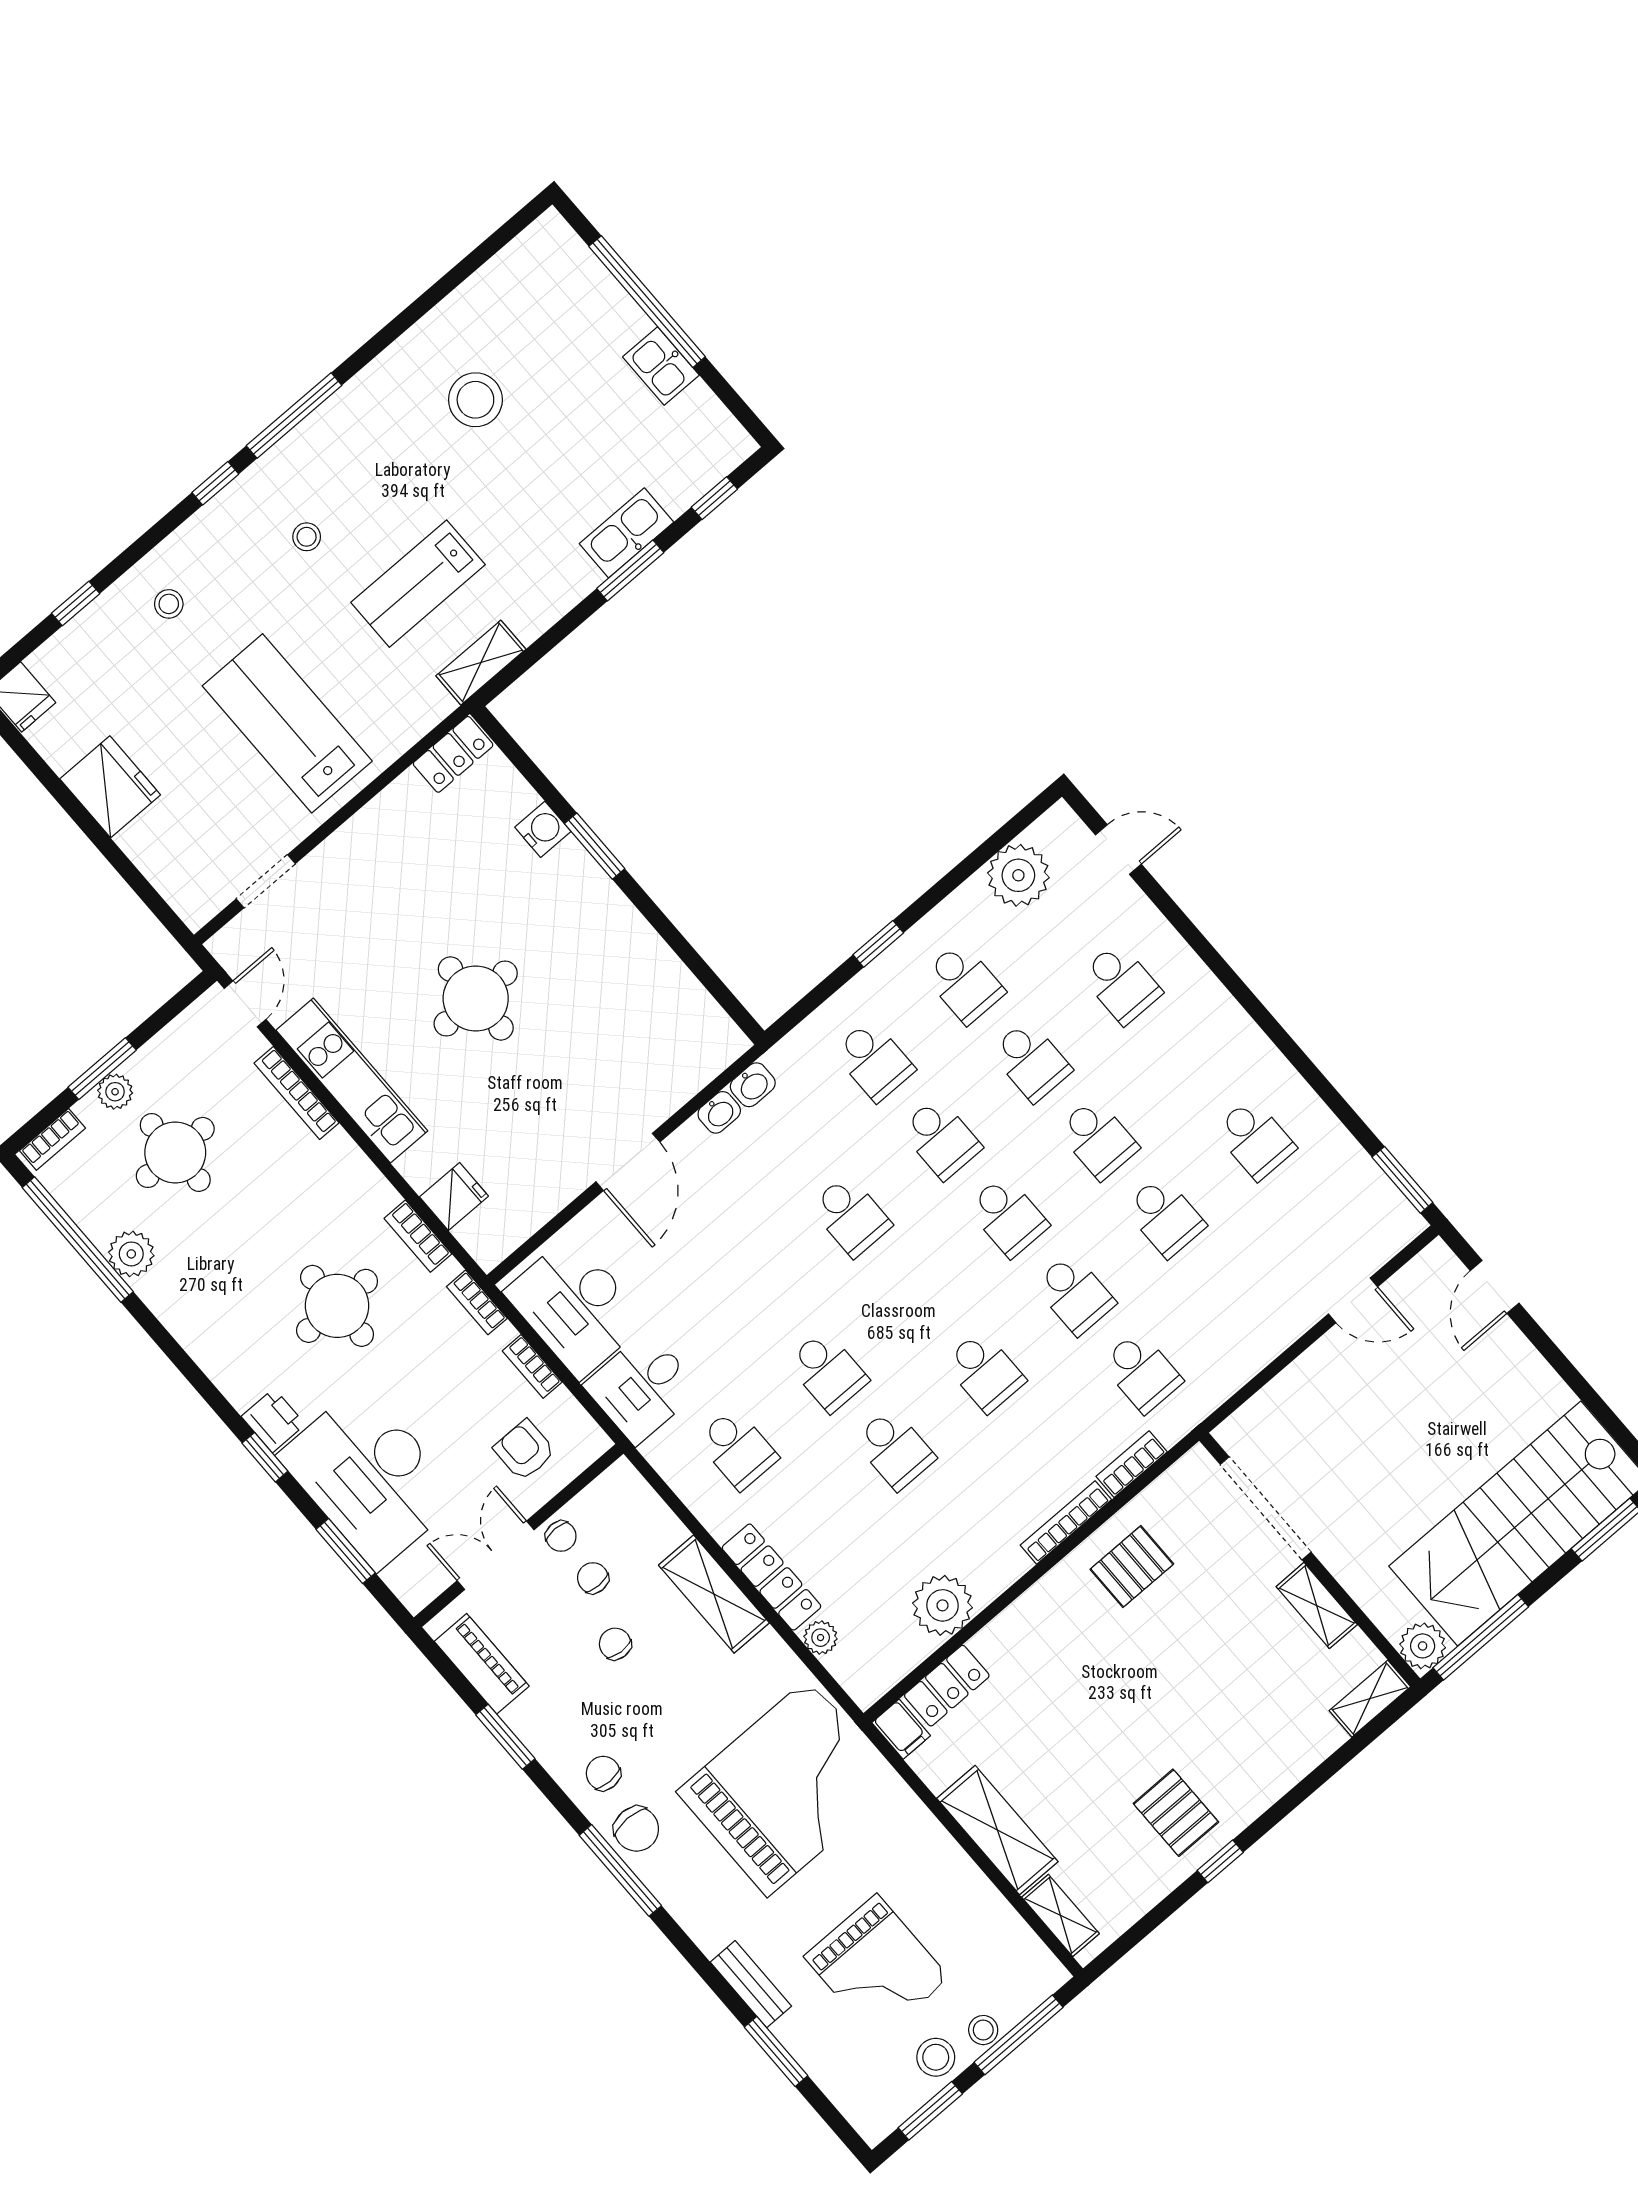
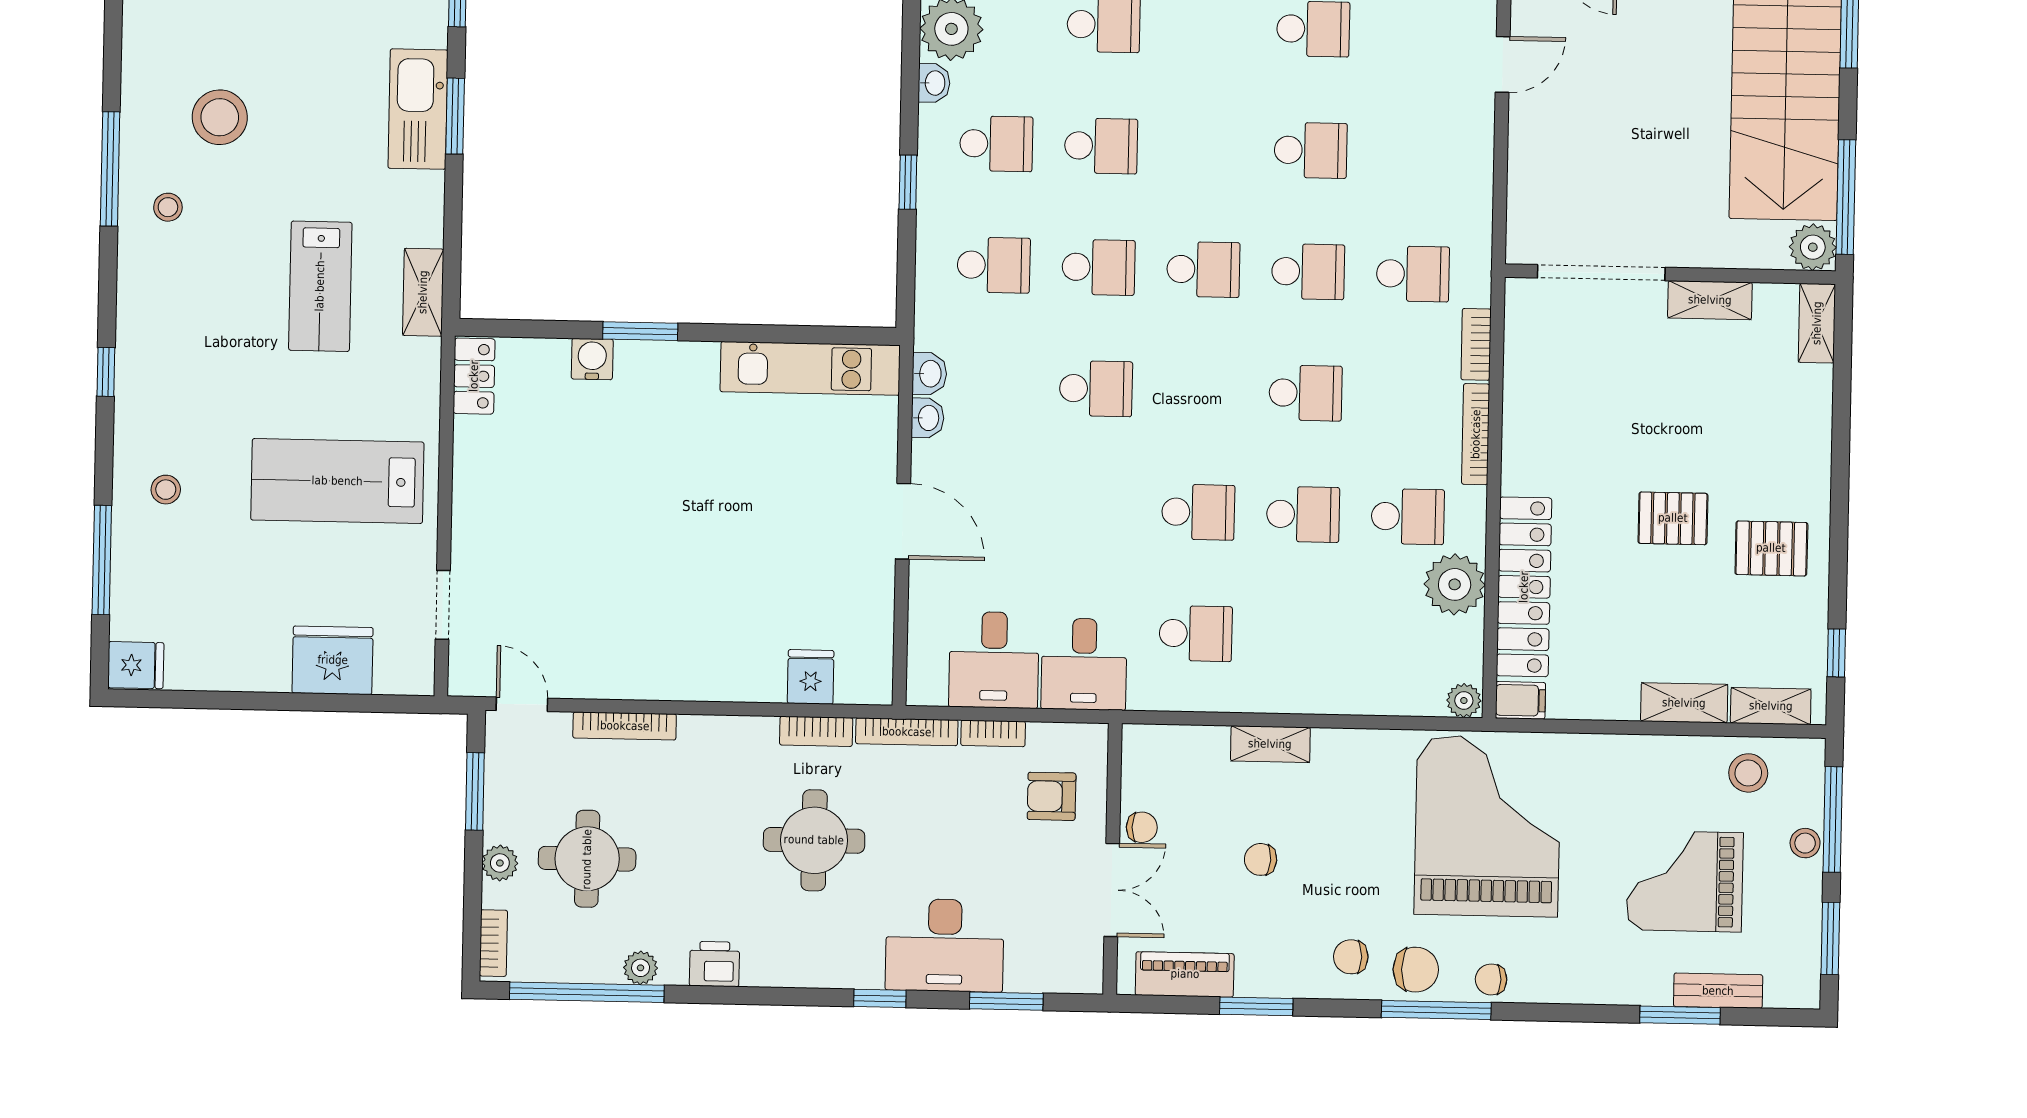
window: (294, 415) -> (110, 169), moved
kitchen sink: (626, 533) -> (418, 109), width x1.36, depth x1.24
stool: (307, 537) -> (168, 207), moved
window: (76, 603) -> (102, 560), width x2.17
fridge: (110, 787) -> (333, 660), moved
washbasin: (968, 898) -> (934, 83), added
round table: (476, 999) -> (675, 525), removed
window: (102, 1069) -> (475, 791), moved
kitchen unit: (352, 1081) -> (810, 368), moved, turned 180
school desk: (1098, 1139) -> (1408, 517), moved
plant: (131, 1254) -> (641, 968), width x0.73, depth x0.73
bookcase: (477, 1302) -> (907, 732), width x1.56
desk: (576, 1307) -> (994, 660), width x0.73
printer: (273, 1420) -> (714, 964), moved
desk: (370, 1477) -> (945, 945), width x0.73, depth x0.77
double door: (496, 1555) -> (1112, 890), swing flipped
pallet: (1132, 1567) -> (1673, 518), moved, turned 90
locker: (771, 1577) -> (1316, 695), removed
chair: (593, 1578) -> (1491, 979), moved
shelving: (714, 1594) -> (1270, 744), width x0.67, depth x0.75
plant: (821, 1638) -> (1464, 700), moved
locker: (947, 1686) -> (1524, 587), width x2.16, depth x1.21
shelving: (997, 1830) -> (1684, 703), width x0.67, depth x0.75
window: (1220, 1861) -> (1836, 653), moved
grand piano: (877, 1967) -> (1685, 881), turned 180
bench: (751, 1984) -> (1718, 991), moved
stool: (936, 2057) -> (1748, 773), moved

